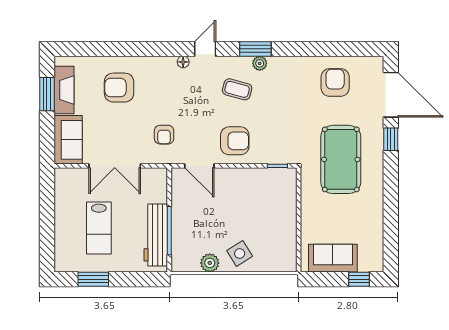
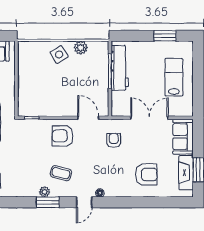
lab bench: (99, 228) -> (174, 77), moved

